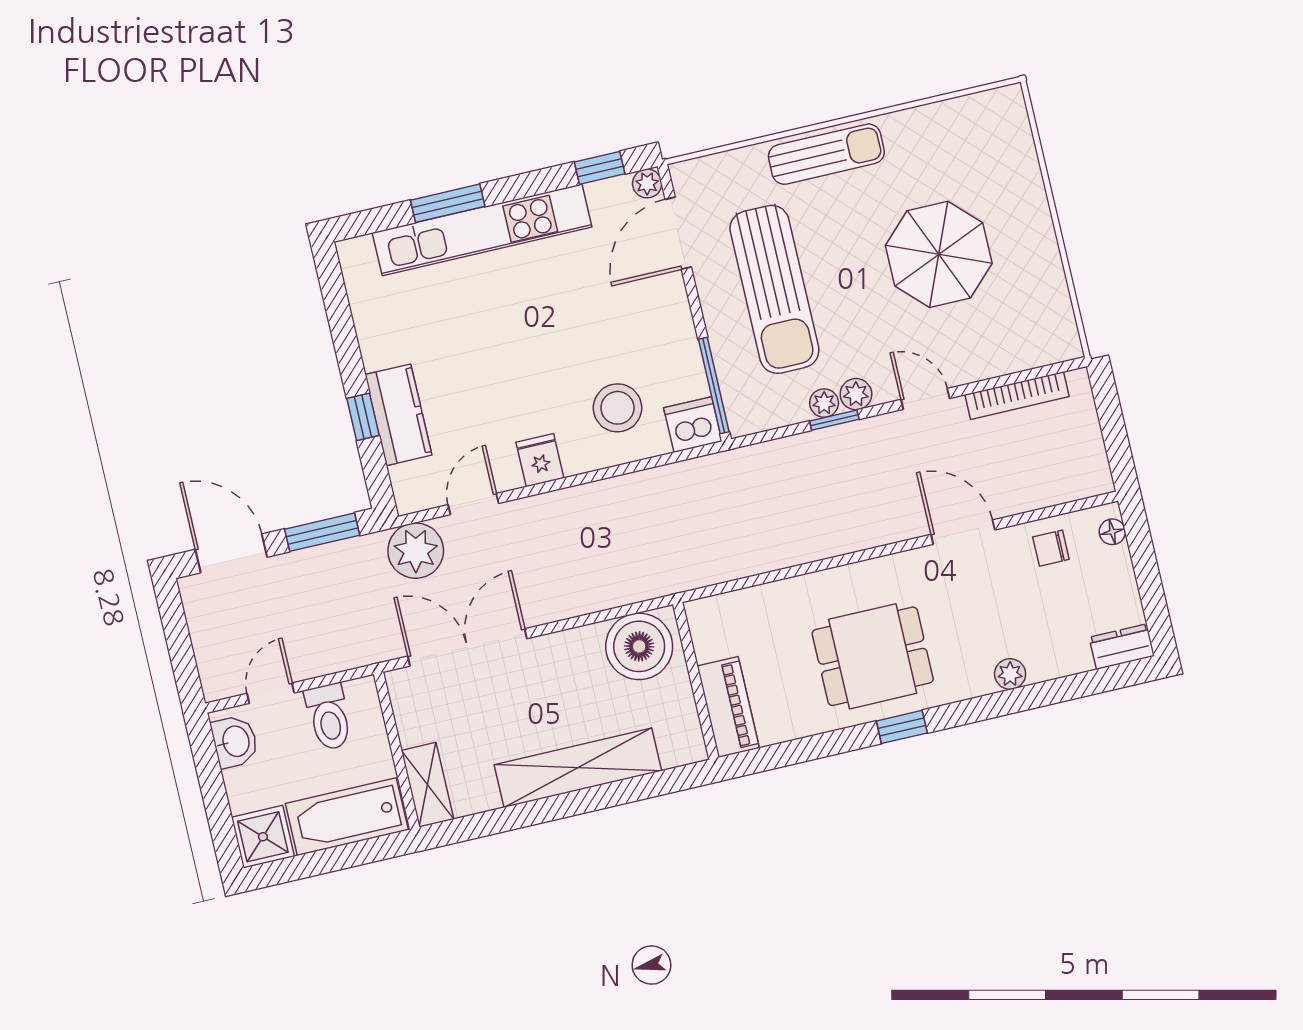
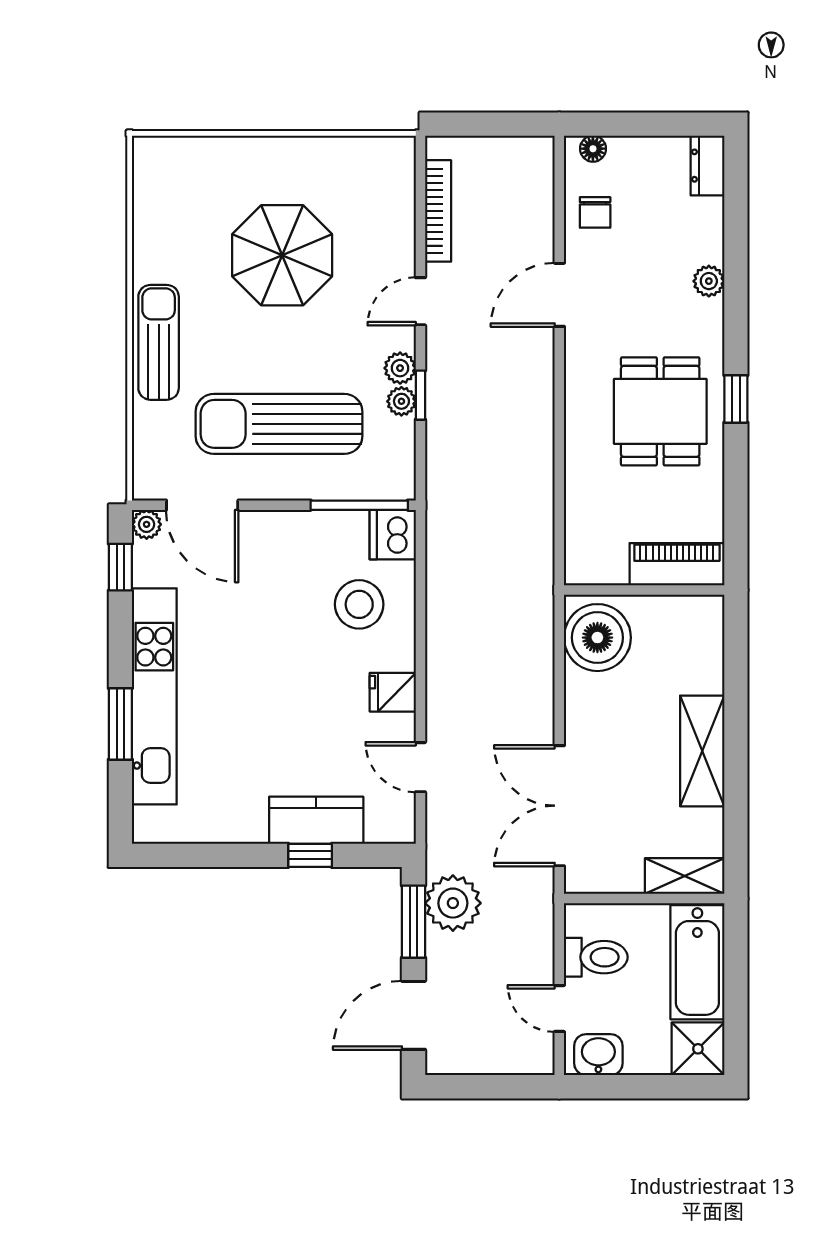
sun lounger: (774, 289) -> (279, 424), turned 180
plant: (416, 551) -> (453, 903), moved
shelving: (578, 768) -> (702, 751), width x0.68

